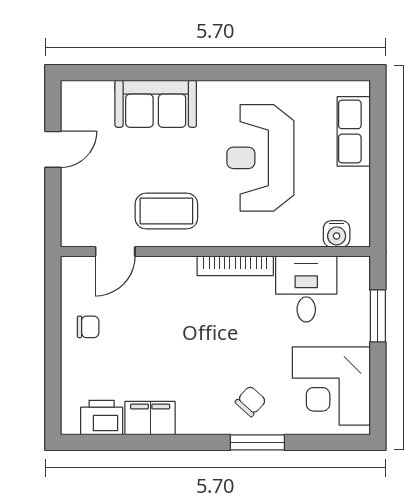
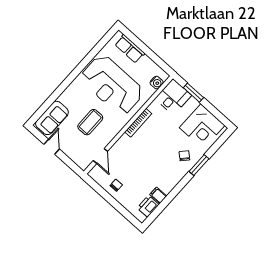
sofa: (156, 104) -> (52, 118), moved
reception desk: (260, 158) -> (112, 85), width x1.36, depth x1.30
coffee table: (166, 211) -> (90, 122), moved
desk: (306, 289) -> (173, 97), moved, turned 90
filing cabinet: (150, 418) -> (158, 195), width x0.50

